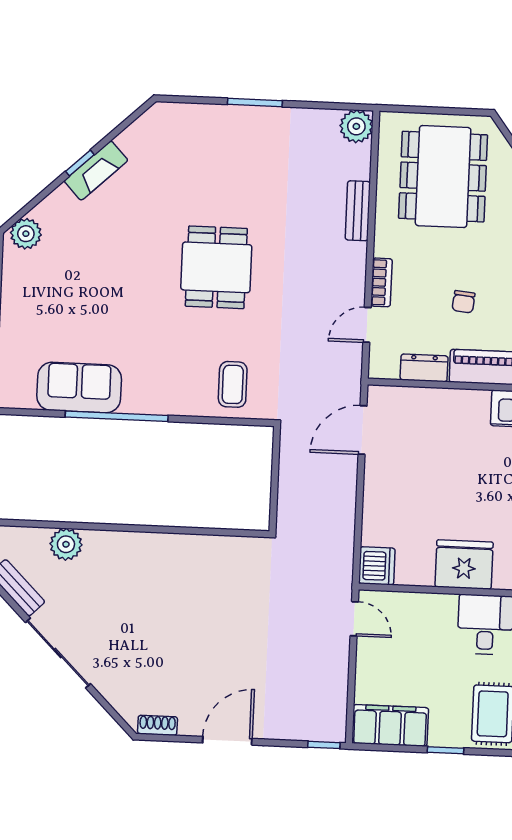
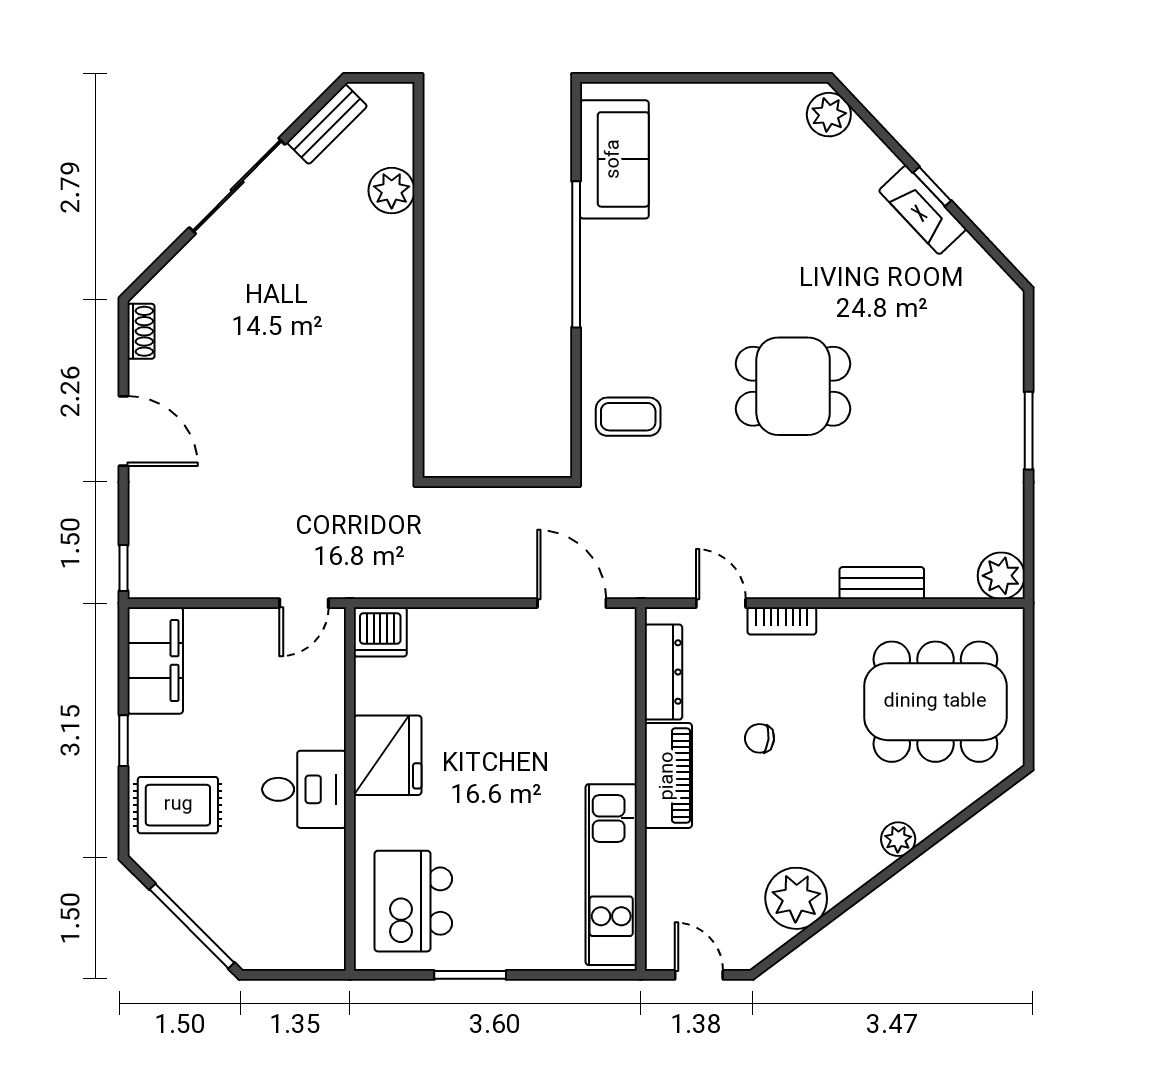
dresser: (424, 368) -> (663, 672), width x1.44
sofa: (79, 387) -> (614, 159), moved

